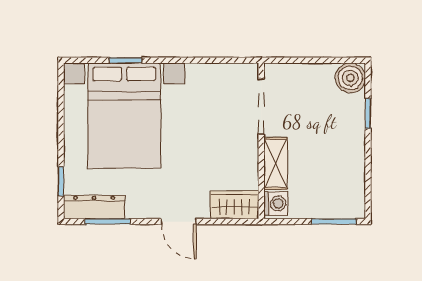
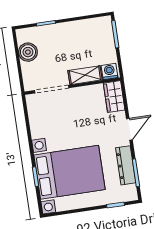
boiler: (350, 78) -> (28, 52), moved
dresser: (94, 207) -> (126, 165), moved

